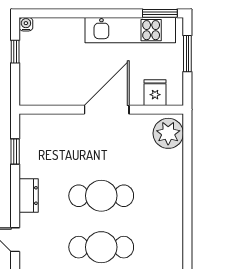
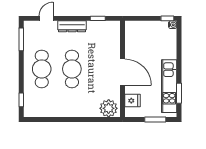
window: (160, 13) -> (179, 93), moved
window: (15, 52) -> (167, 18), moved
dresser: (29, 196) -> (72, 26), width x1.44

